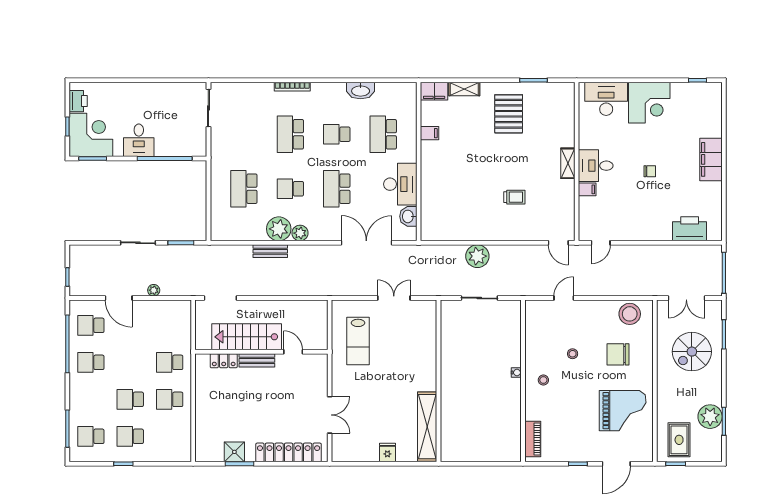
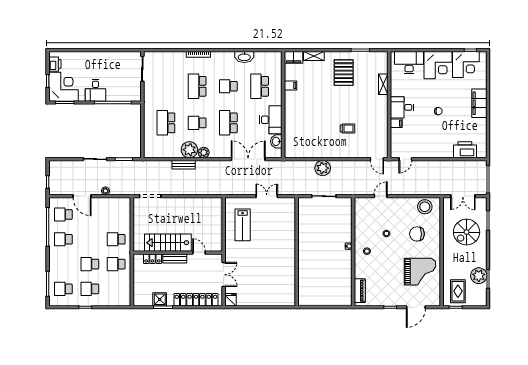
corner desk: (691, 102) -> (466, 64), added
shelving: (568, 163) -> (383, 84), moved
stairs: (247, 337) -> (168, 243), moved
wall: (261, 352) -> (178, 253), moved
door: (293, 352) -> (199, 253), moved
bench: (257, 360) -> (175, 259), moved
locker: (224, 361) -> (152, 259), moved
shelving: (427, 427) -> (289, 282), removed
fridge: (387, 452) -> (231, 300), moved

